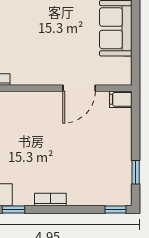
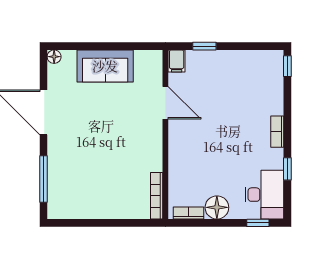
window: (136, 172) -> (204, 46), moved

